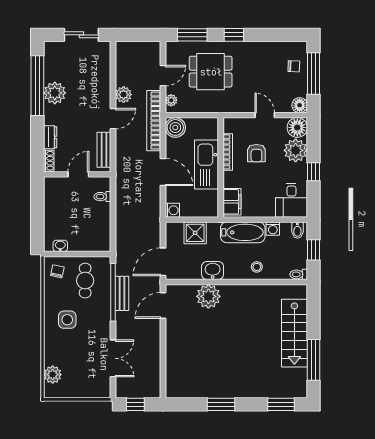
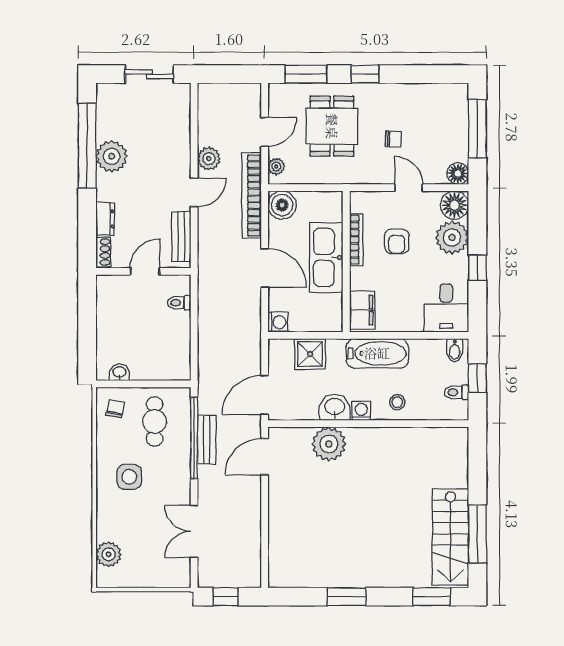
chair: (294, 66) -> (393, 139), moved
dining table: (211, 72) -> (332, 126), turned 90
washing machine: (273, 229) -> (361, 411), moved, turned 180
toilet: (299, 274) -> (456, 392), moved
stairs: (294, 333) -> (450, 537), moved
double door: (113, 358) -> (194, 531), swing flipped

